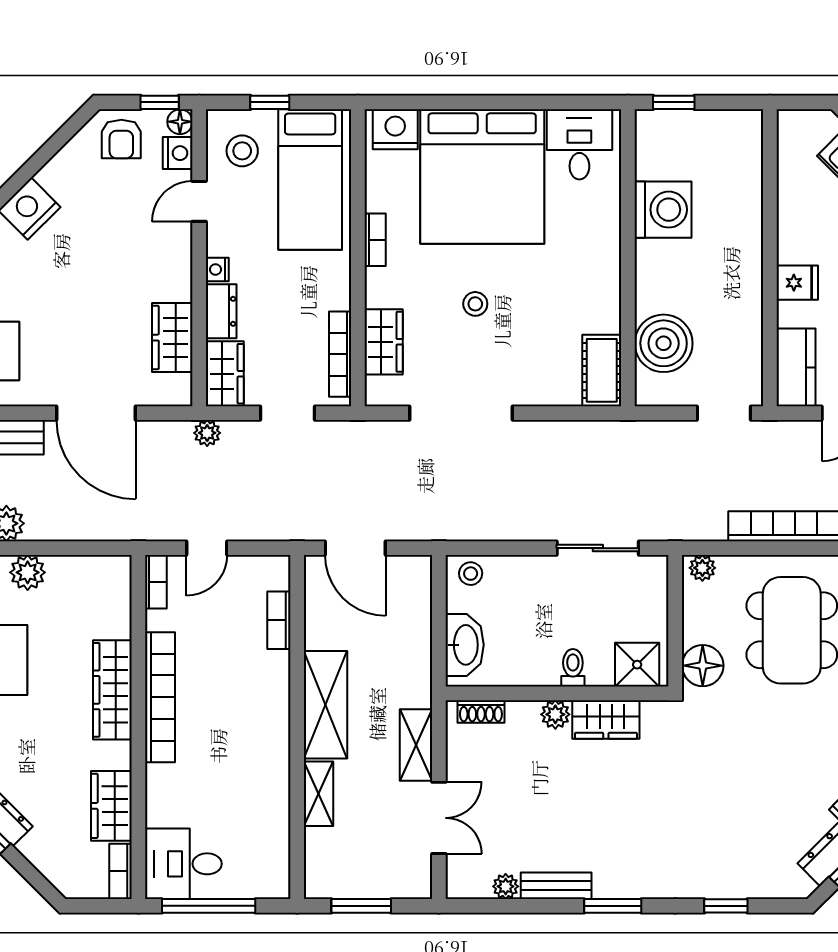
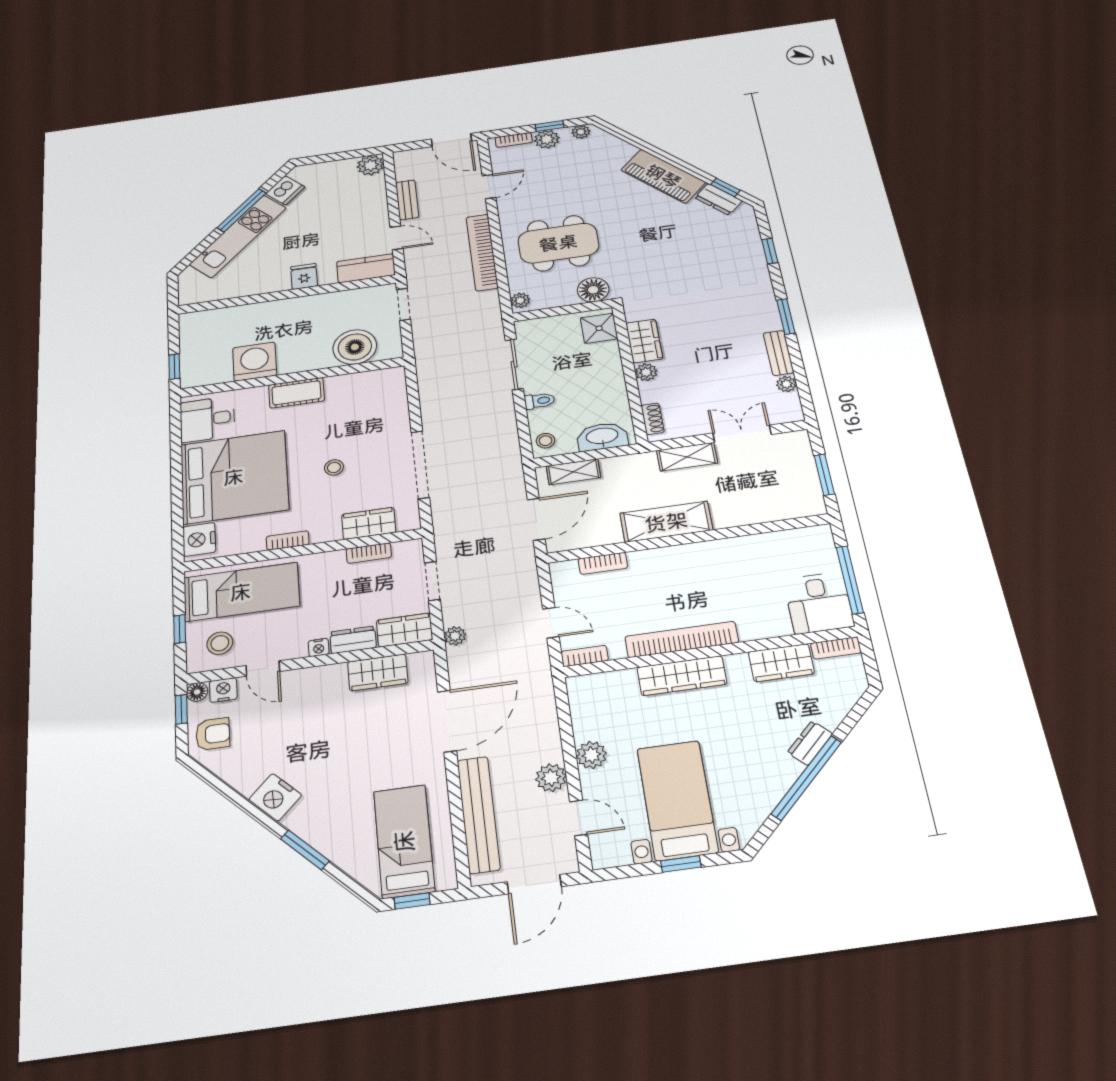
bookcase: (340, 354) -> (369, 553), width x0.64
cot: (602, 370) -> (296, 393), moved
toilet: (573, 668) -> (540, 401), moved, turned 180
shelving: (318, 794) -> (573, 472), moved

